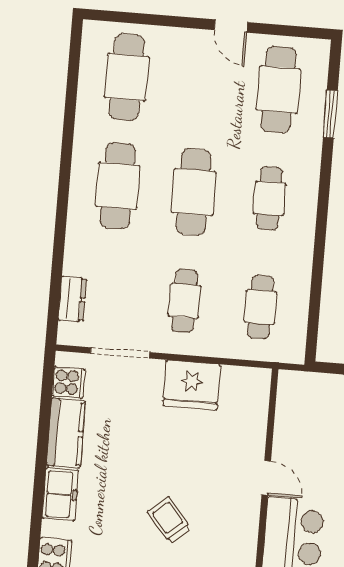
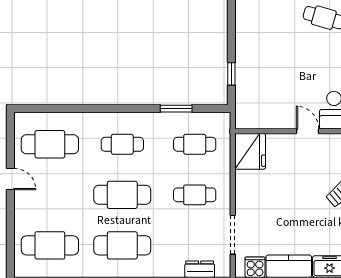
door: (231, 26) -> (10, 179), hinge flipped
window: (330, 114) -> (176, 109), moved
fridge: (192, 385) -> (250, 151), moved
door: (266, 478) -> (308, 131), hinge flipped

